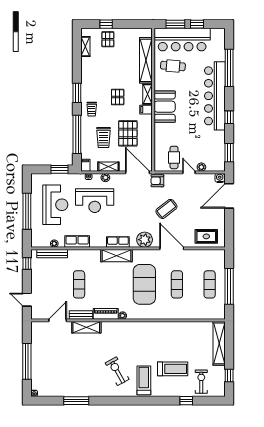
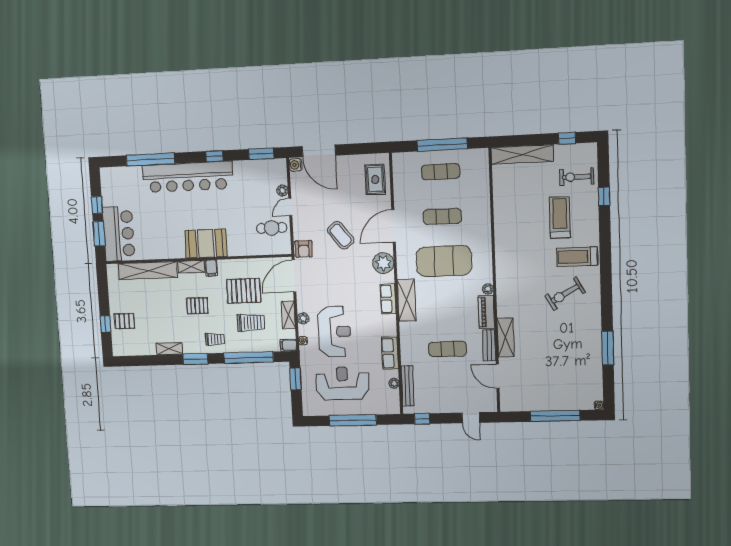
bar counter: (182, 40) -> (119, 234), width x0.73
shelving: (85, 47) -> (169, 349), moved
cafe table: (173, 66) -> (153, 234), removed
door: (27, 300) -> (471, 418), hinge flipped

